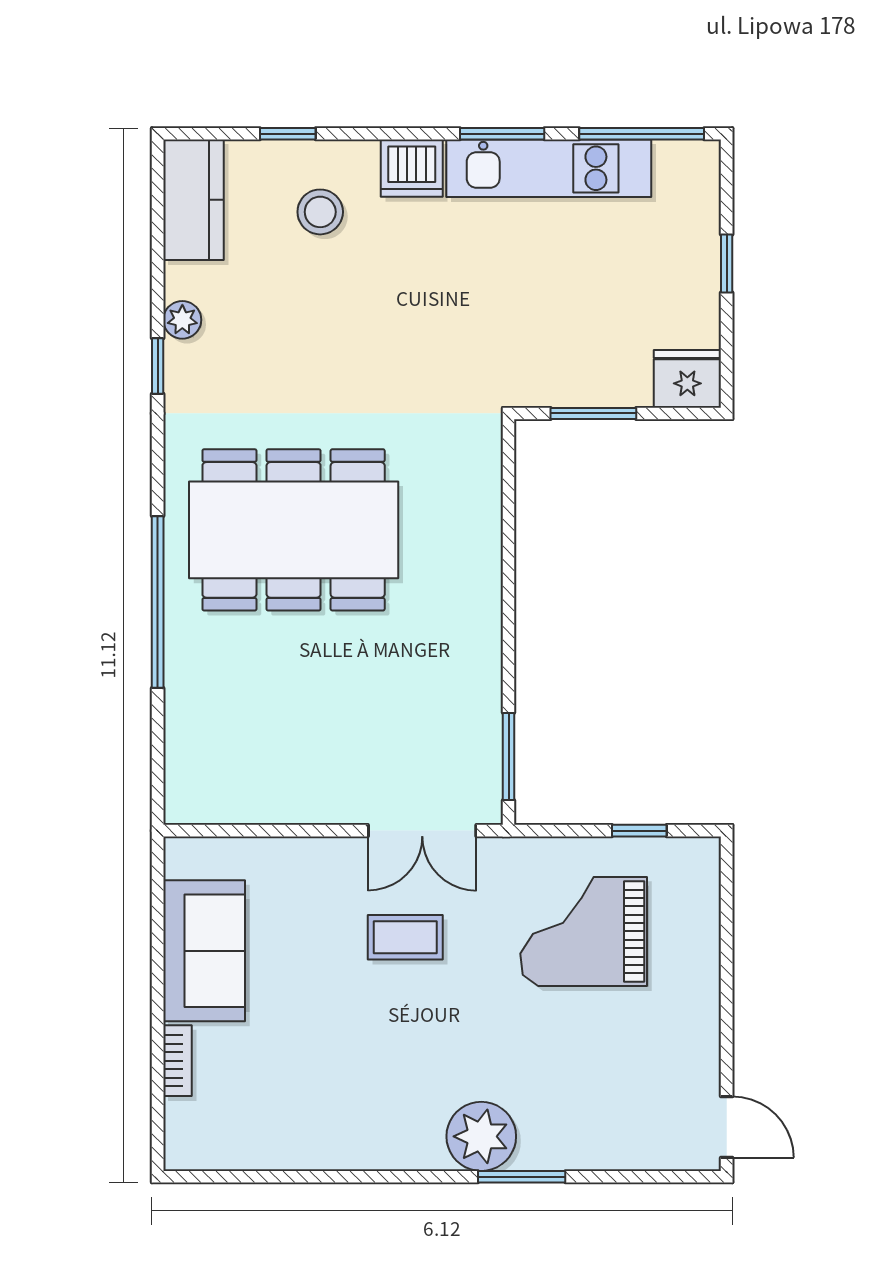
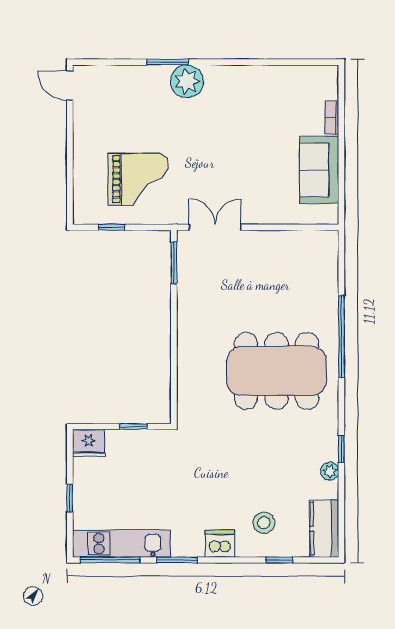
kitchen unit: (549, 168) -> (121, 544), moved
window: (593, 413) -> (133, 426), width x0.67
coffee table: (405, 937) -> (223, 176), removed

